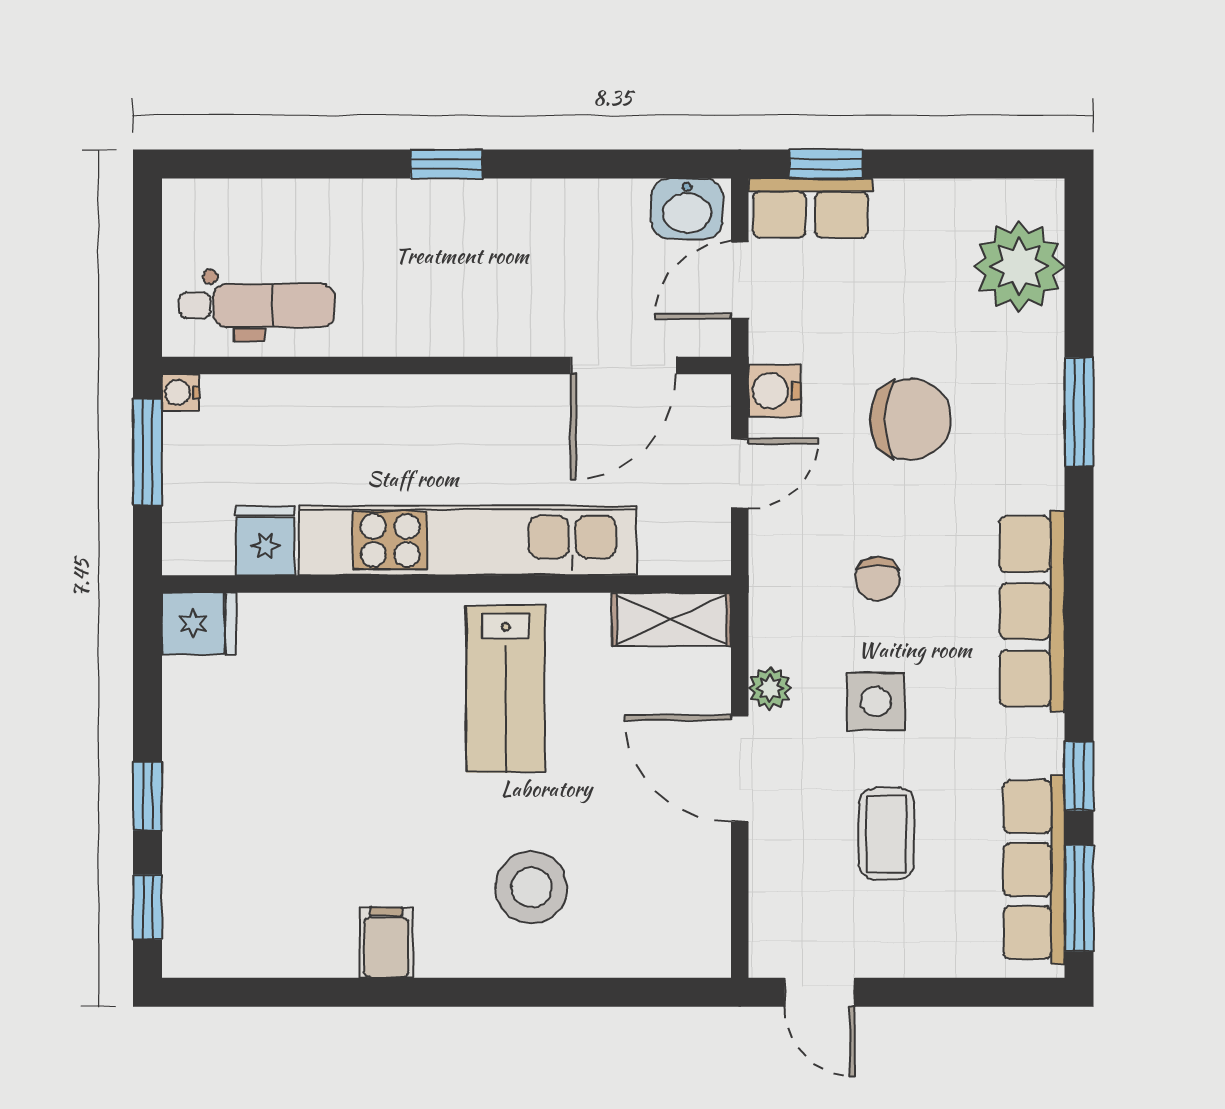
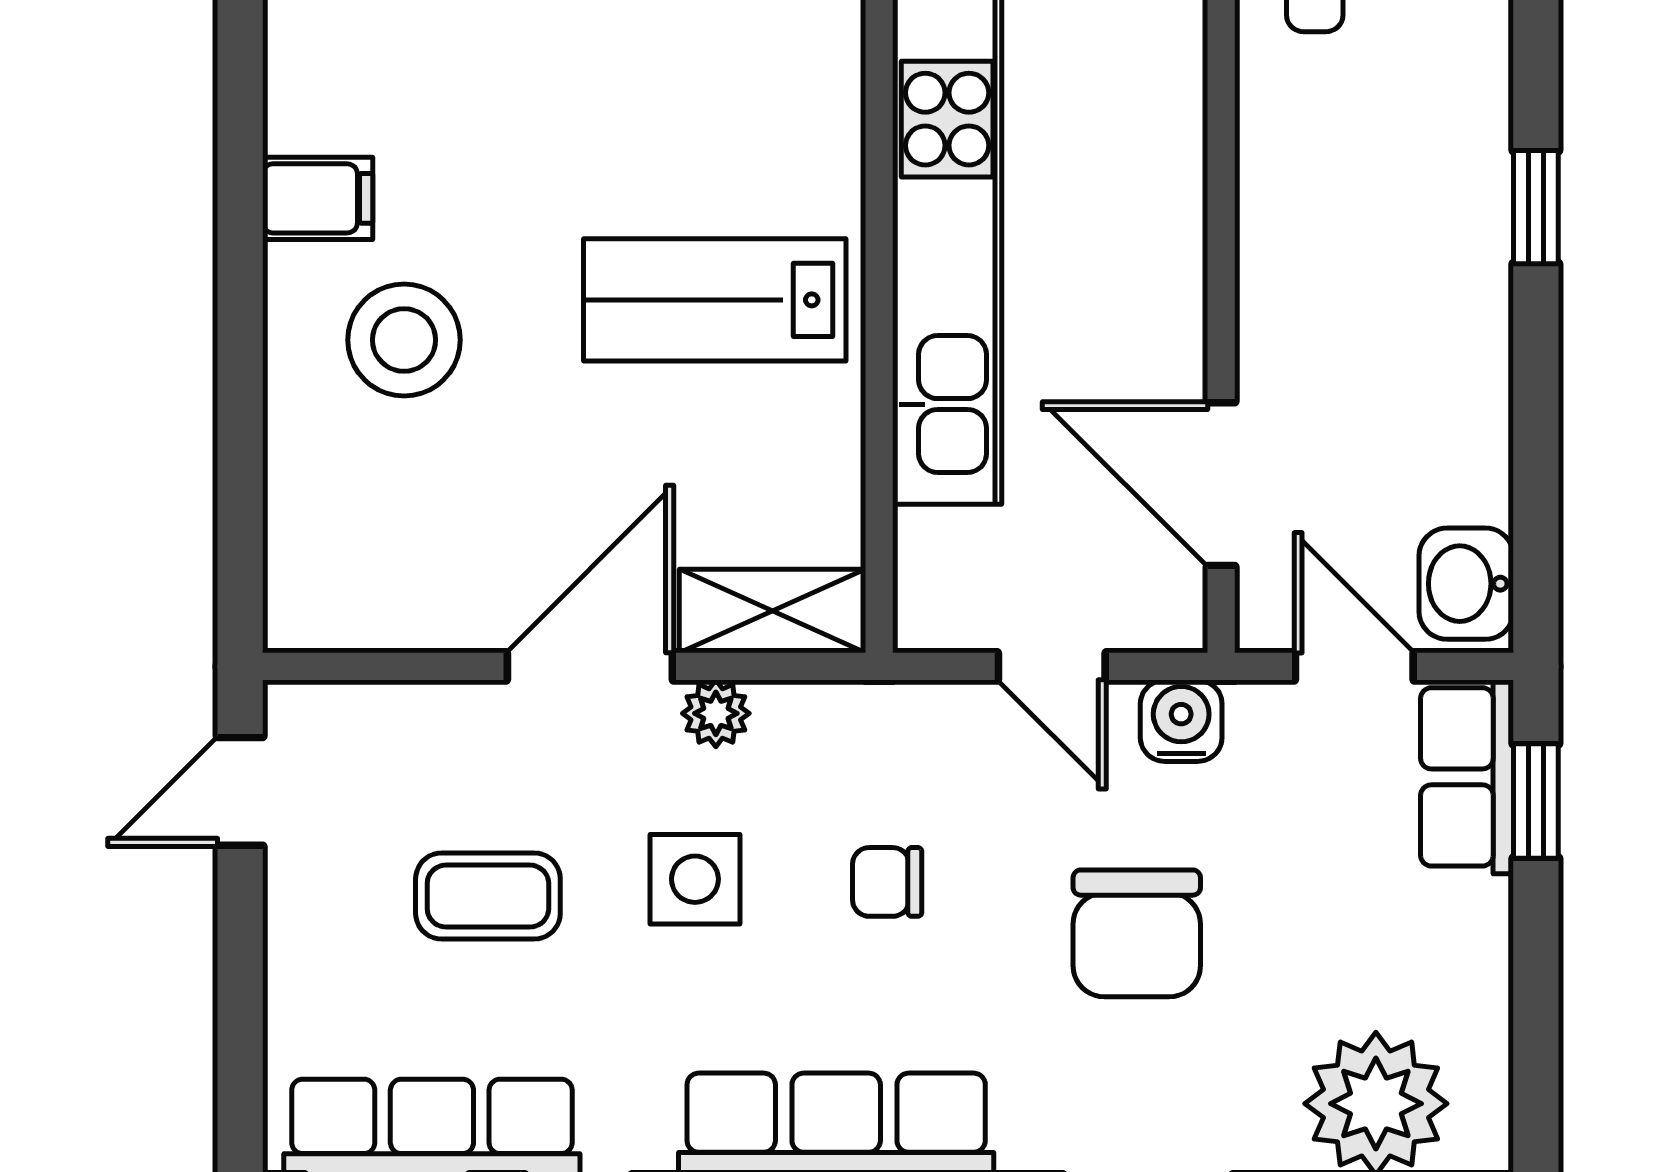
shelving: (671, 619) -> (773, 611), moved, turned 90
filing cabinet: (386, 943) -> (318, 198), moved

